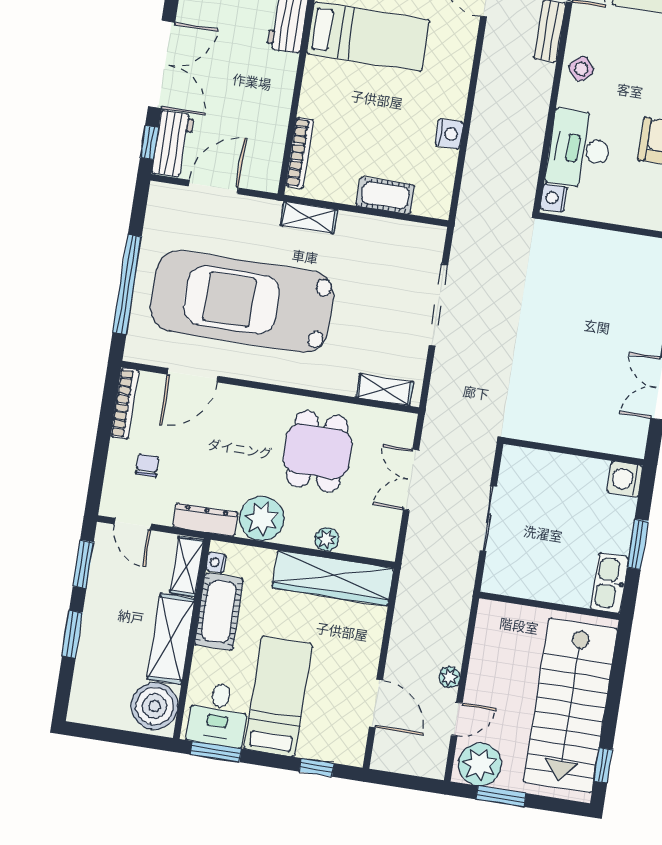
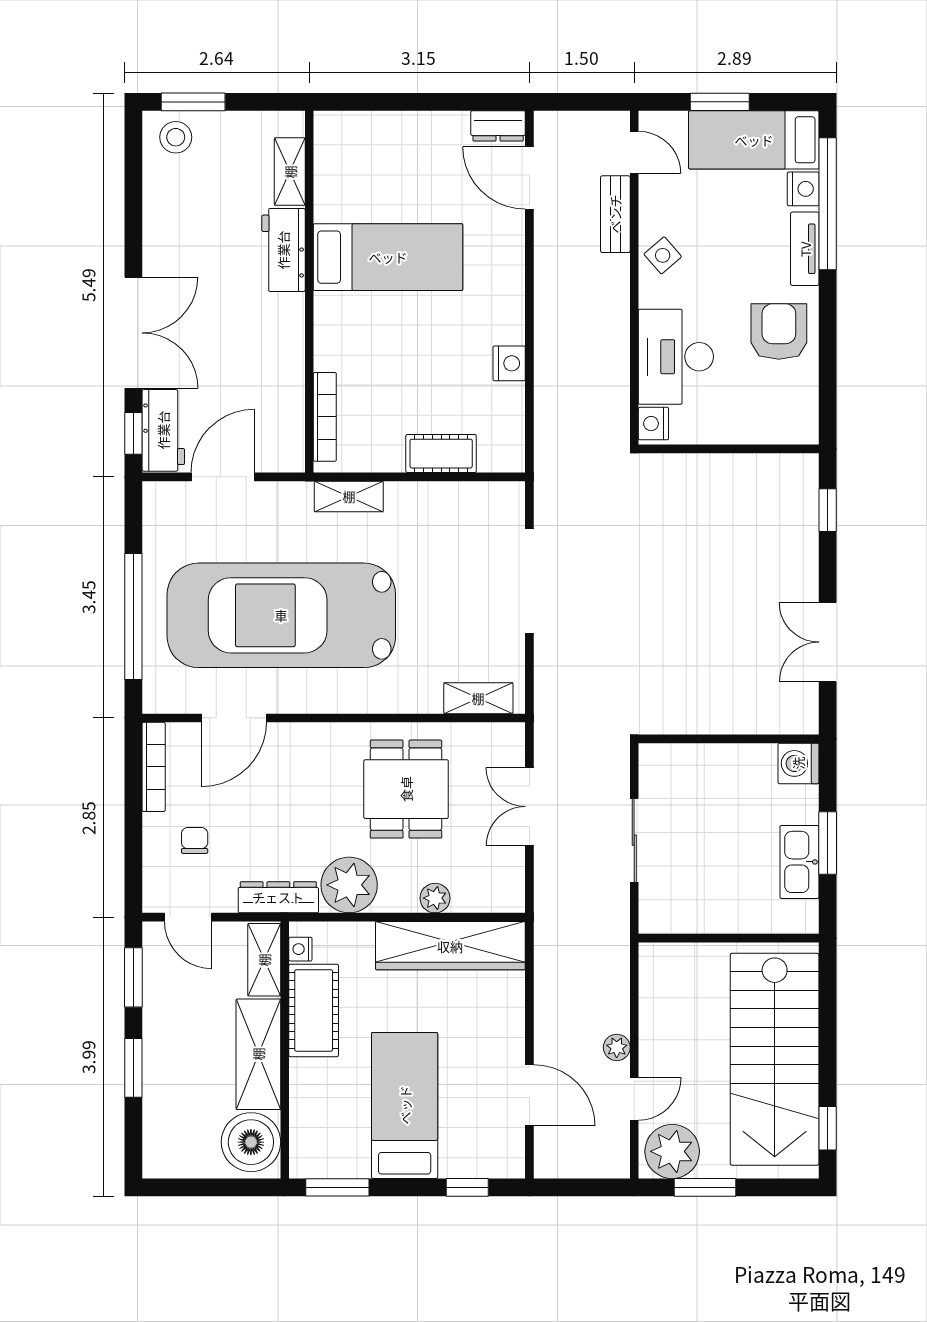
kitchen sink: (609, 583) -> (799, 862), moved
desk: (218, 714) -> (333, 1140), removed

